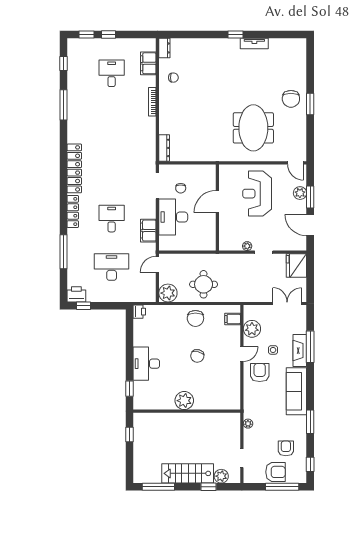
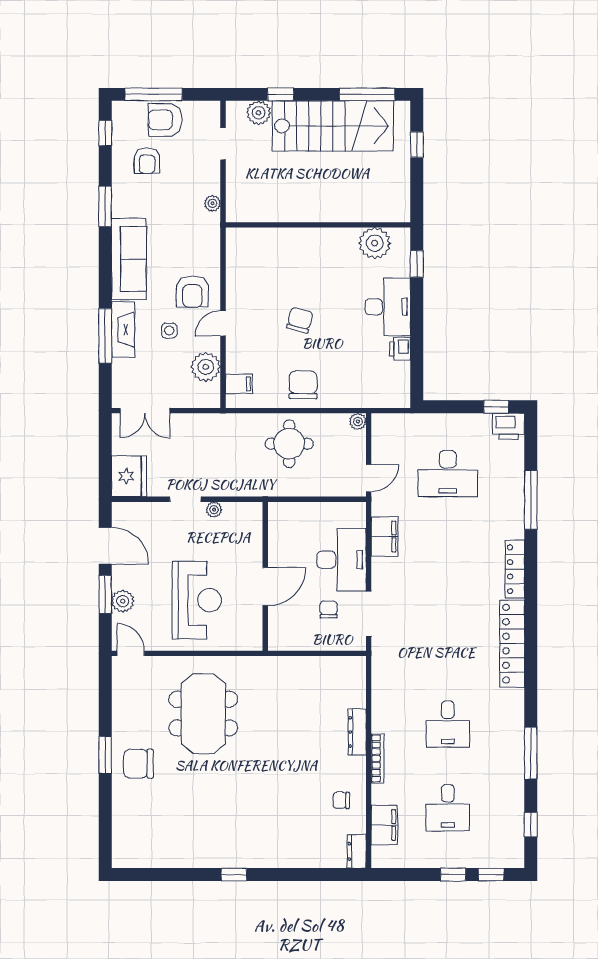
tv unit: (254, 44) -> (202, 859), removed
chair: (291, 99) -> (138, 764), turned -90
dresser: (164, 148) -> (357, 732), moved
desk: (112, 219) -> (448, 724), moved
plant: (168, 293) -> (358, 421), width x0.53, depth x0.53
printer: (139, 312) -> (400, 349), moved
plant: (184, 401) -> (375, 243), moved
window: (130, 434) -> (417, 145), moved
stairs: (188, 473) -> (333, 126), width x1.36, depth x1.51

